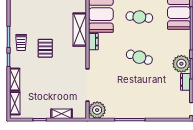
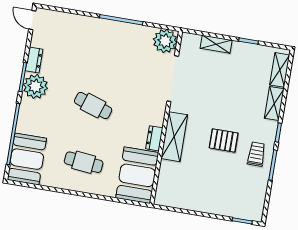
shelving: (80, 30) -> (174, 137), moved
pallet: (45, 48) -> (224, 140), turned 90

